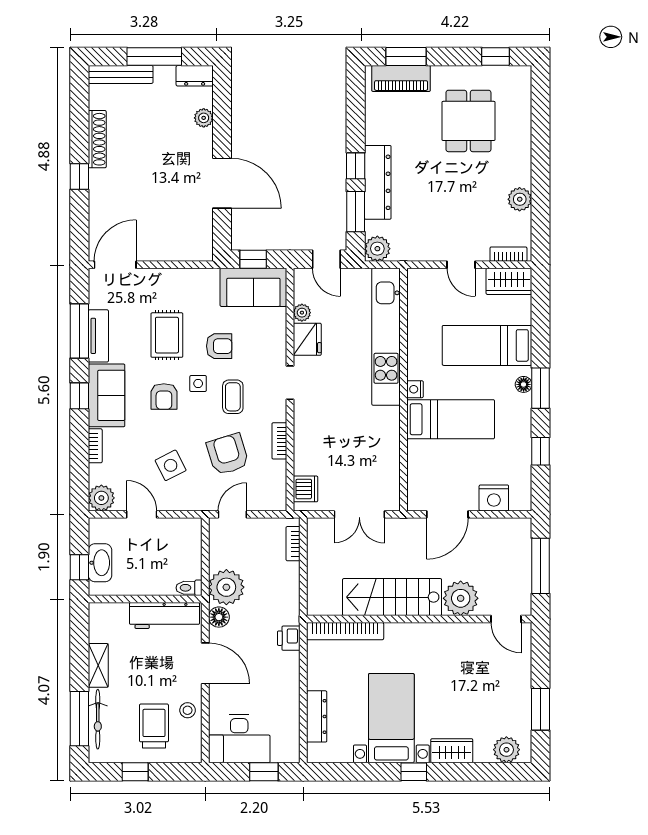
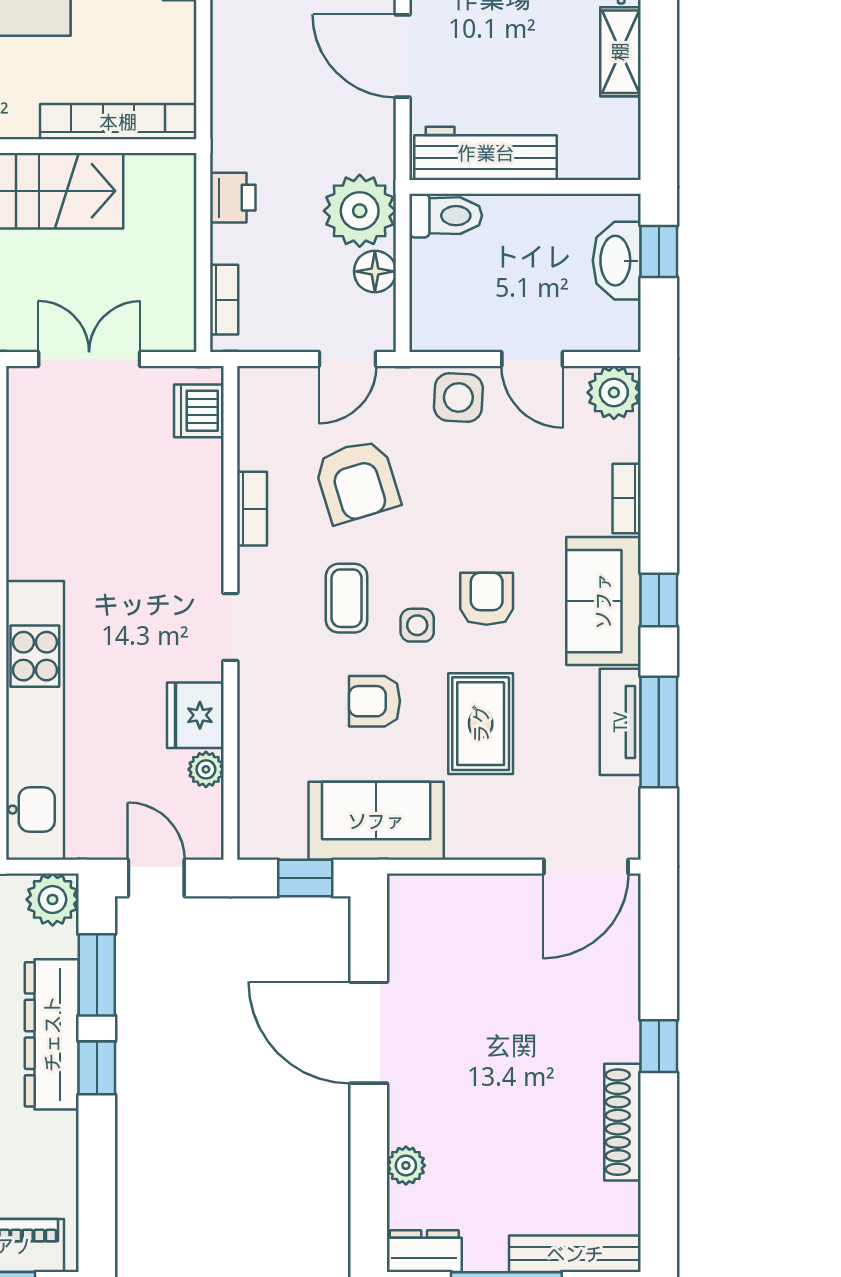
sofa: (253, 287) -> (376, 821), moved
side table: (171, 465) -> (458, 397), moved, turned 30
toilet: (189, 588) -> (446, 216), width x1.37, depth x1.39
floor lamp: (219, 617) -> (375, 271), moved
printer: (289, 638) -> (233, 198), moved

